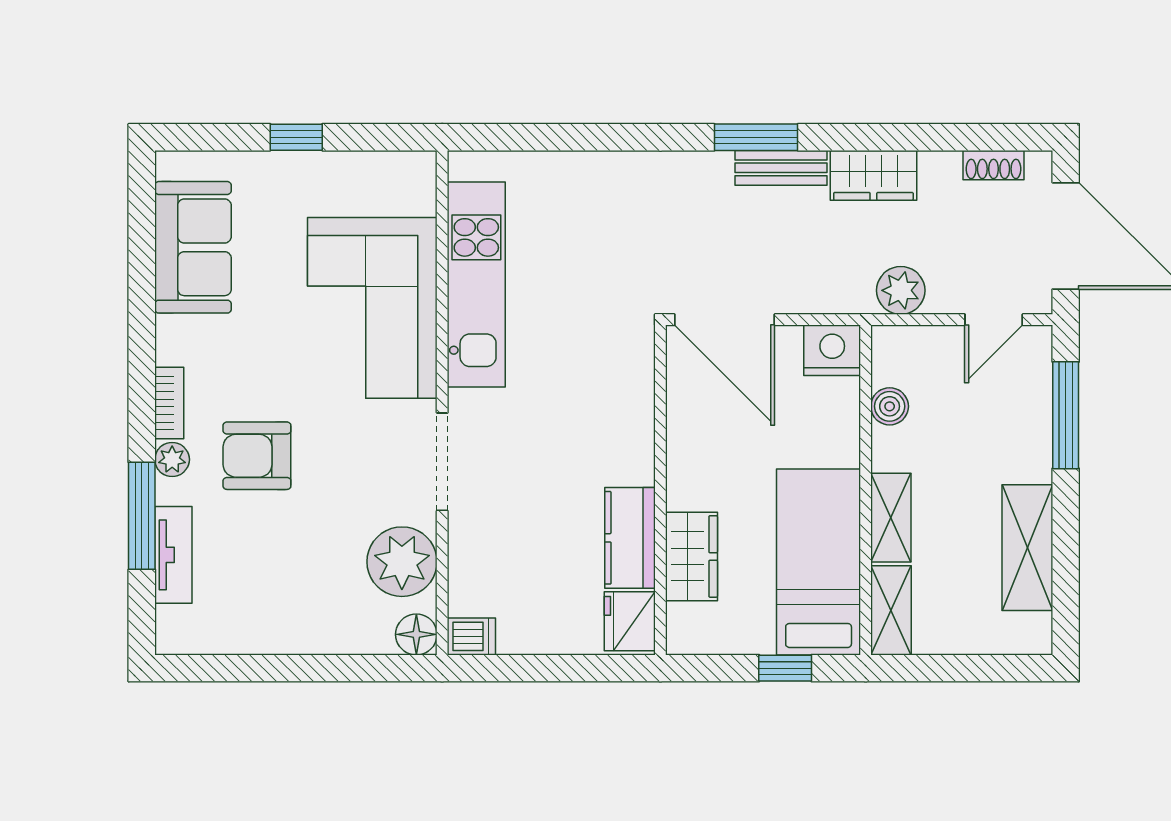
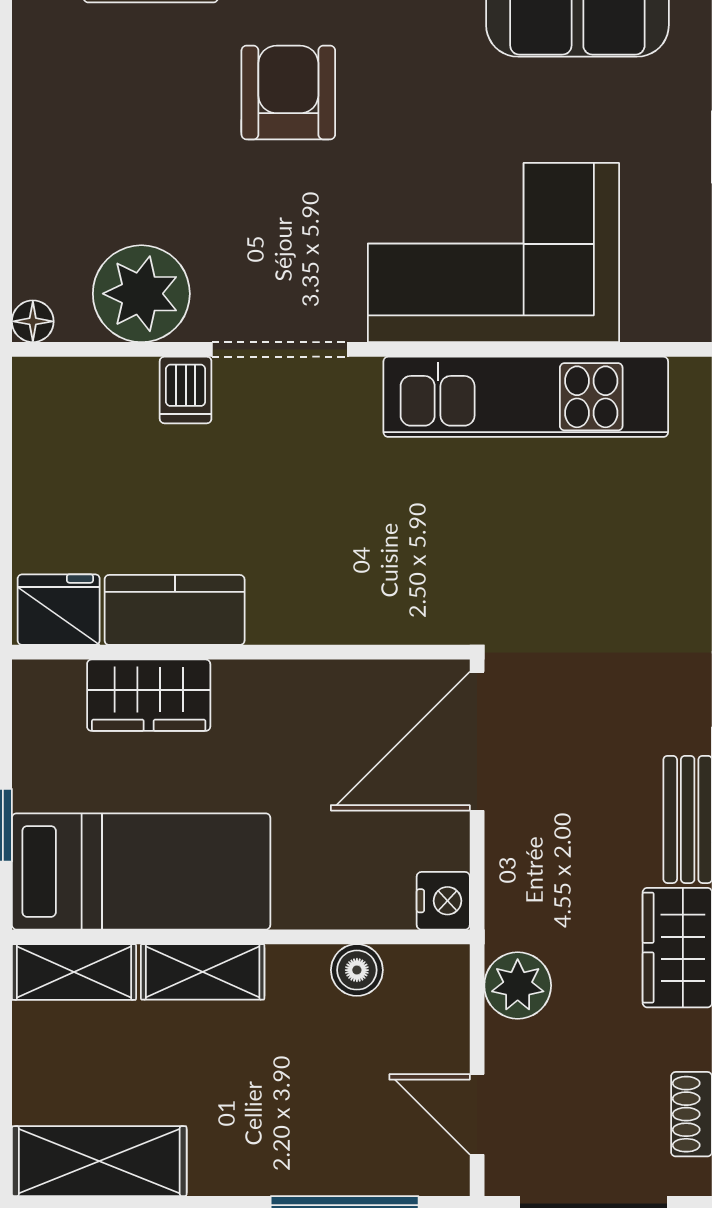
nightstand: (832, 350) -> (443, 901), width x0.74, depth x0.75
shelving: (1027, 548) -> (99, 1161), moved
floor lamp: (416, 634) -> (33, 321), width x0.73, depth x0.73
dishwasher: (471, 636) -> (186, 390), moved

